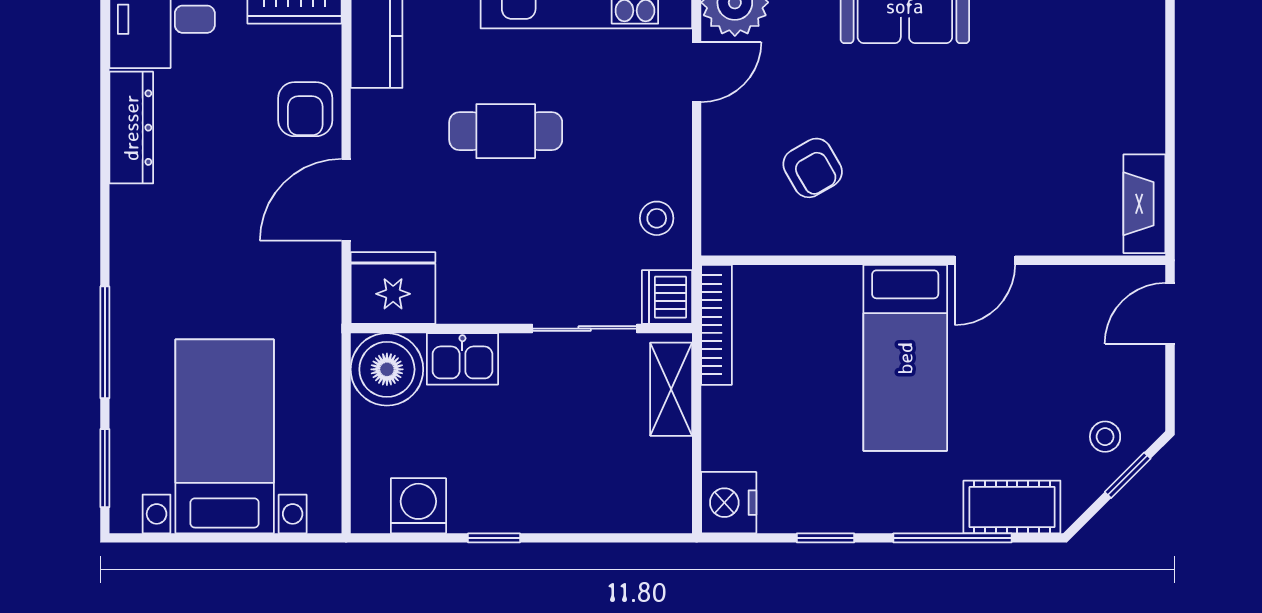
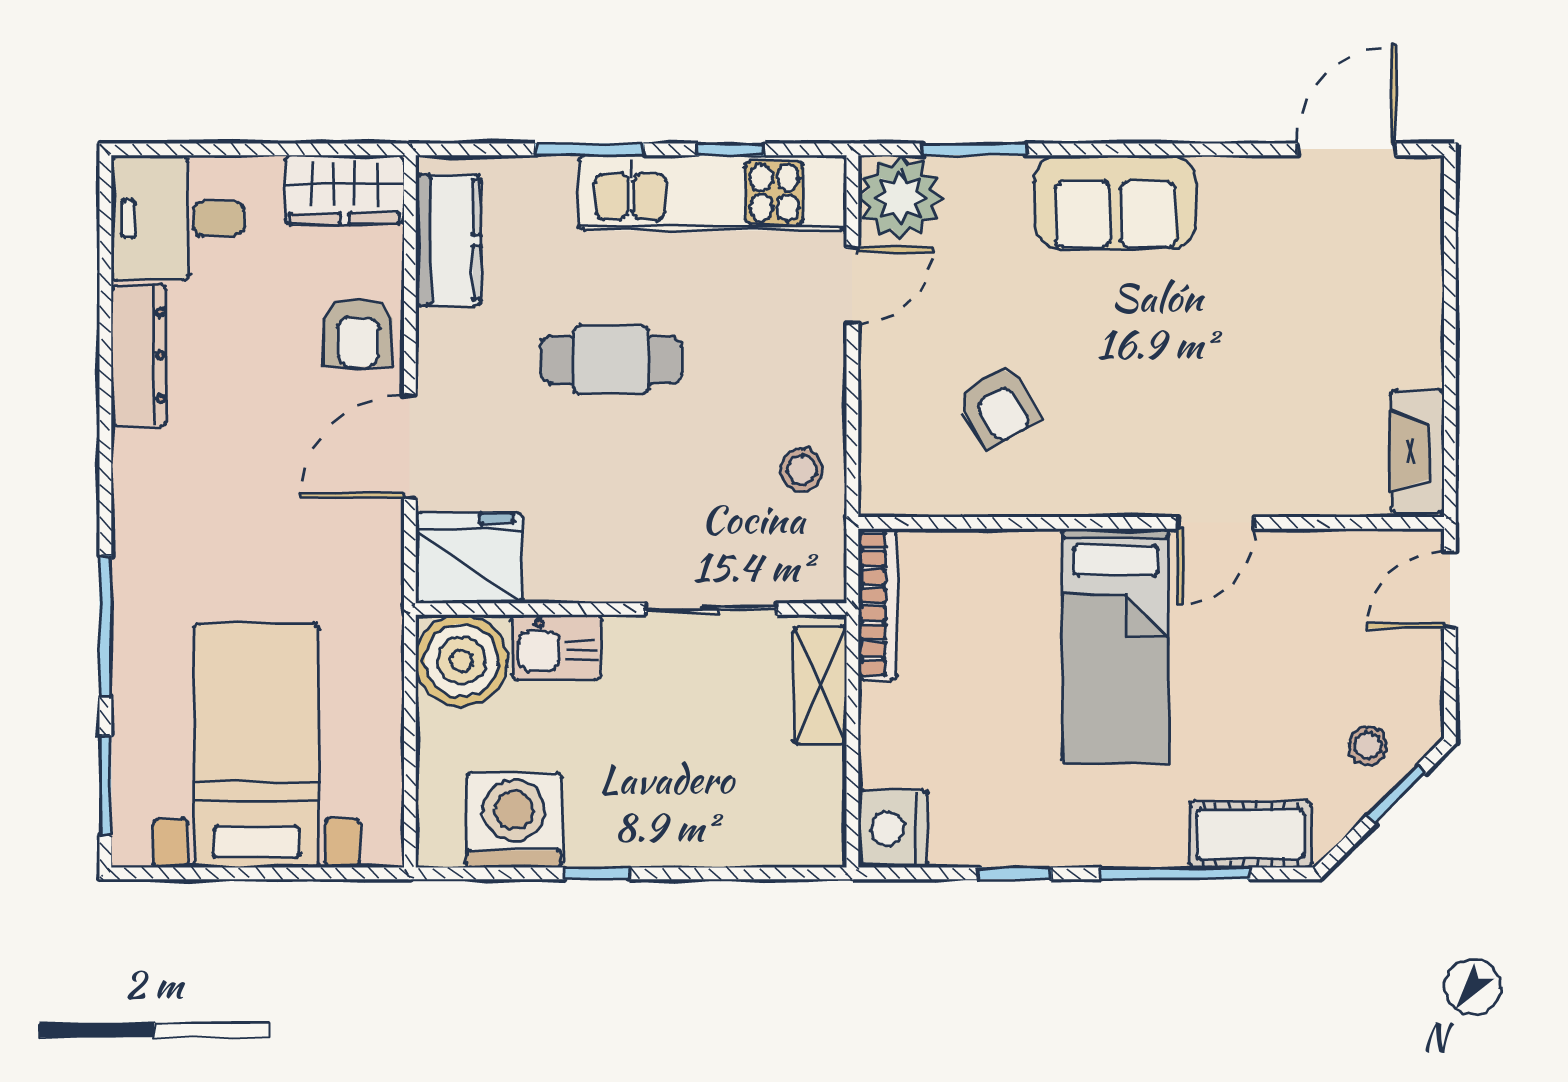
dishwasher: (667, 297) -> (815, 569), removed
washing machine: (418, 506) -> (514, 820), width x1.37, depth x1.37

